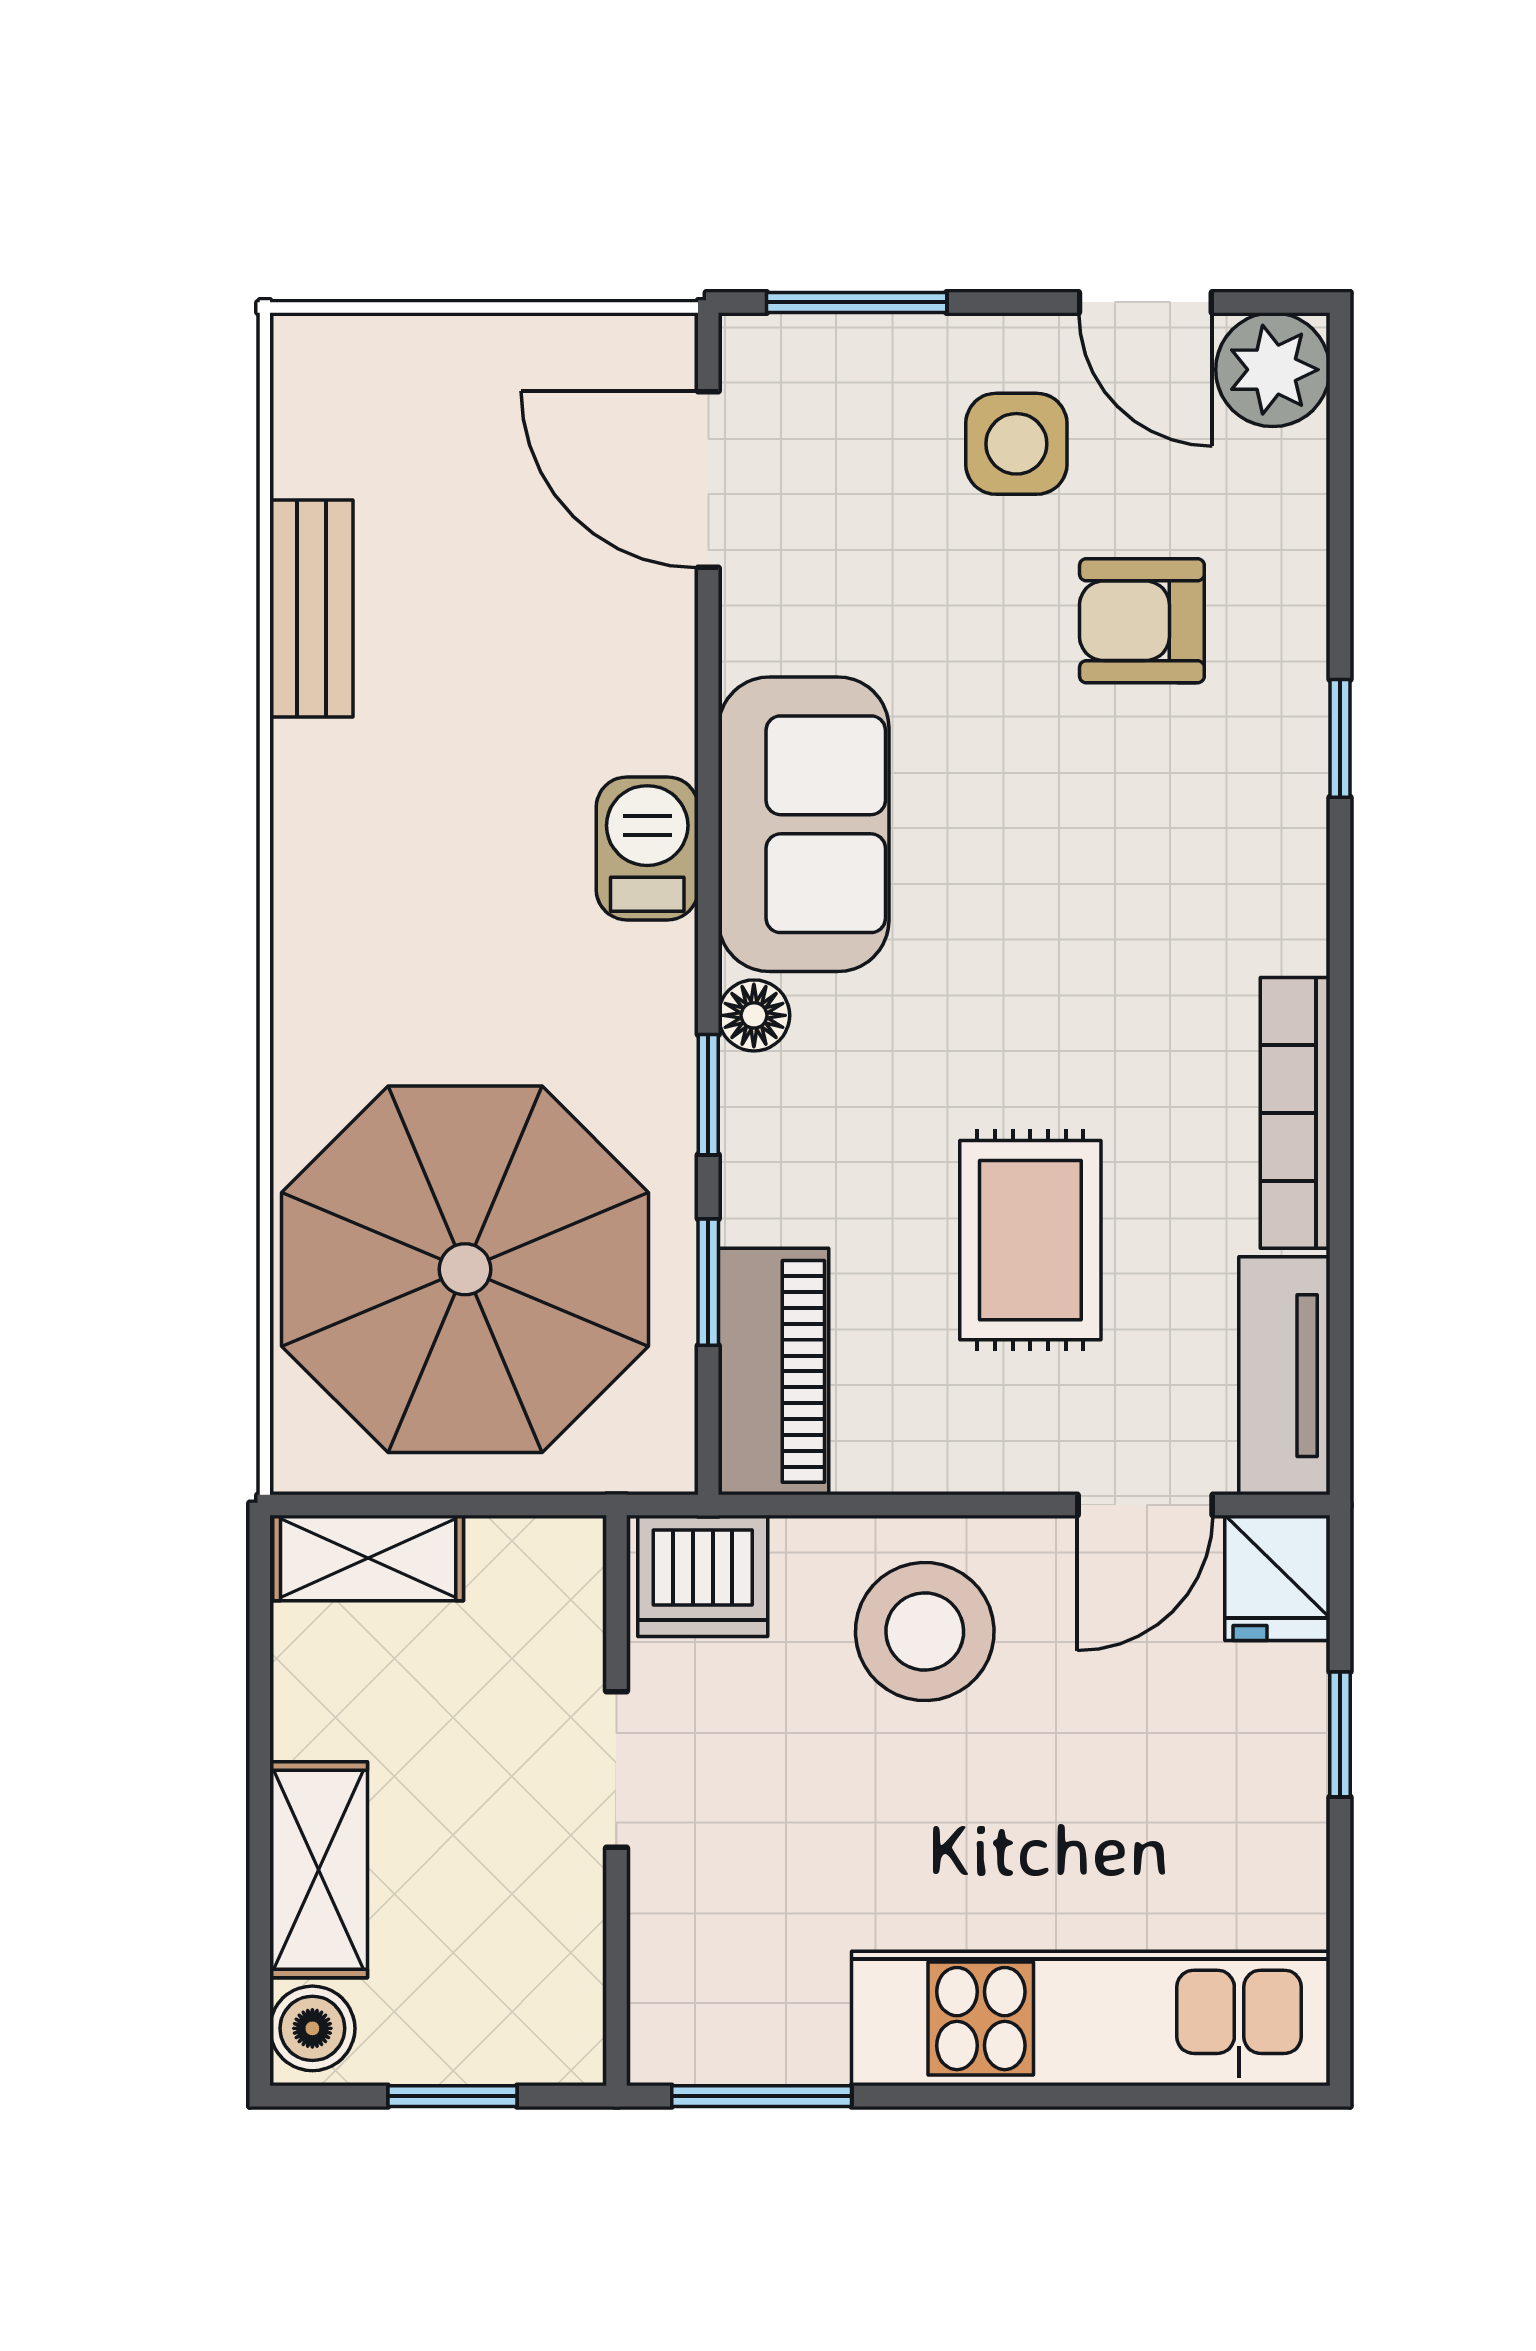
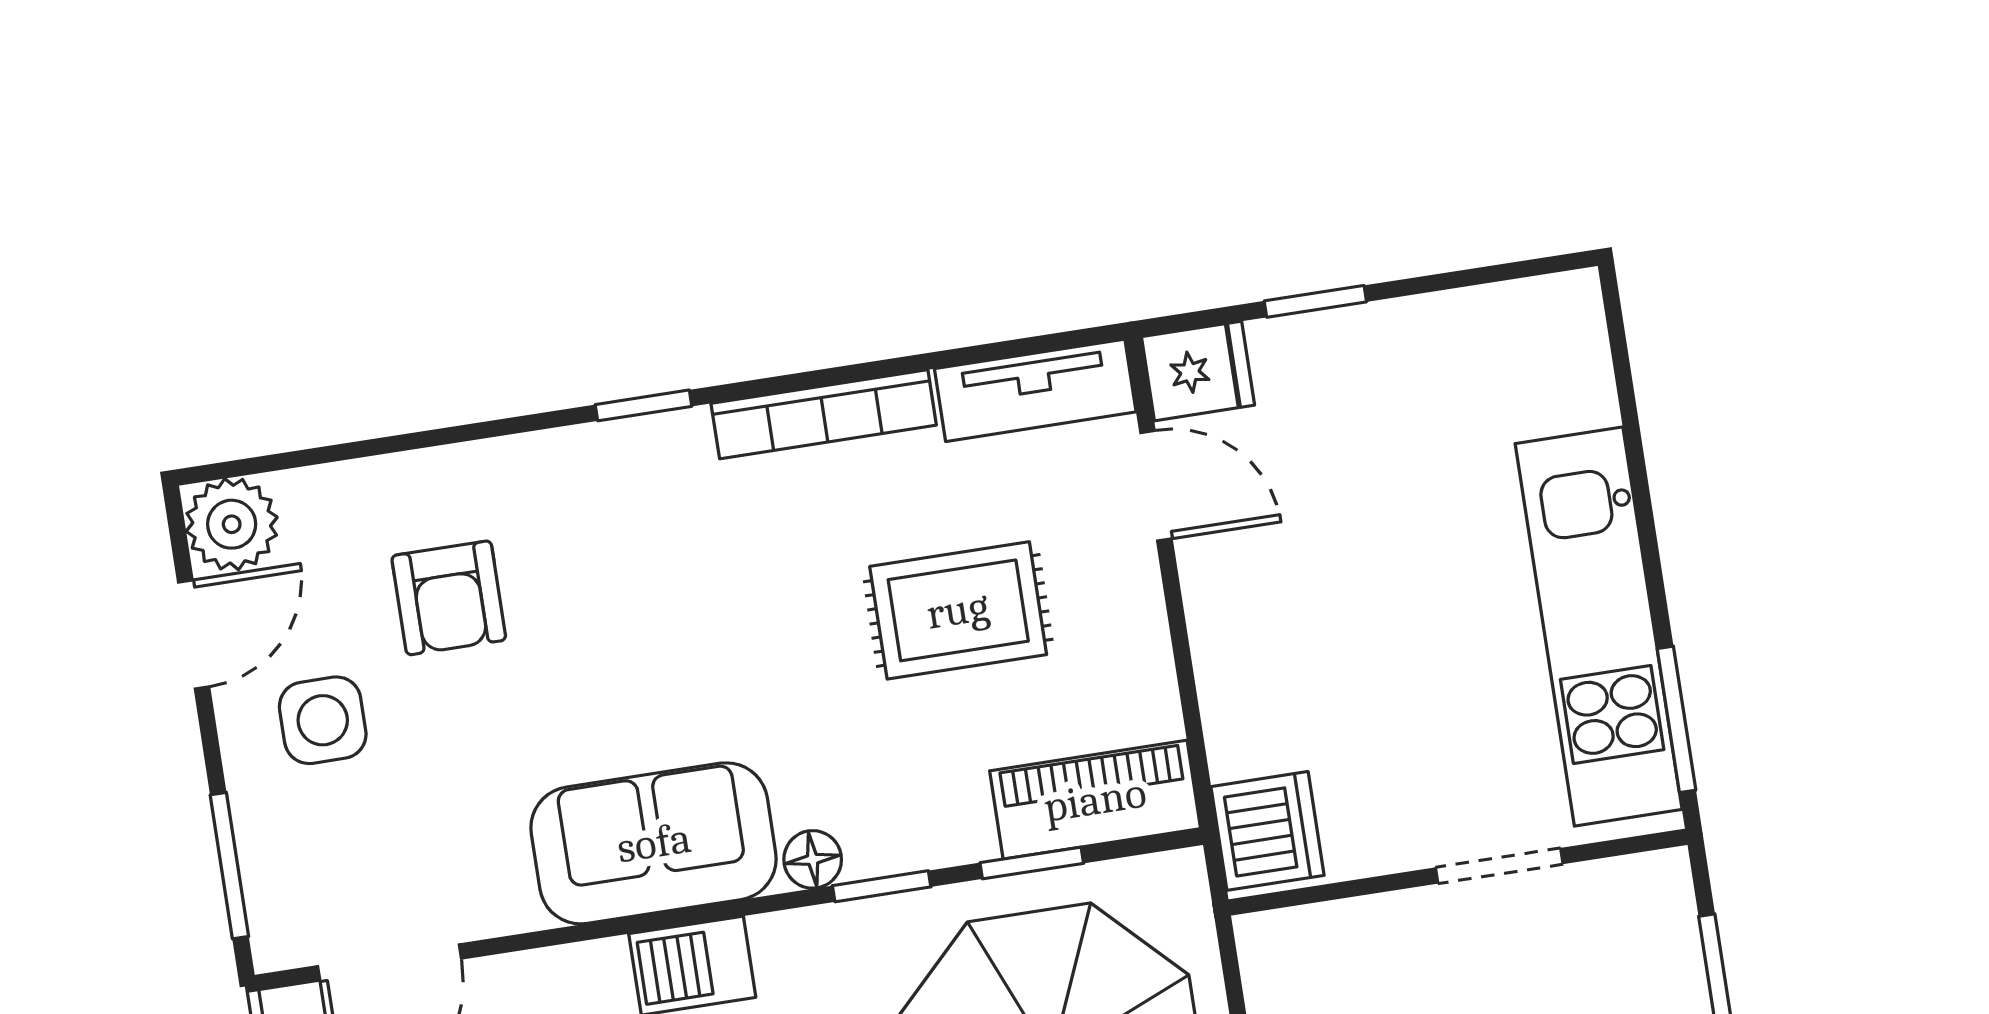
window: (1340, 738) -> (643, 405), moved
stool: (925, 1632) -> (1285, 646), removed
doorway: (616, 1769) -> (1499, 866), moved
kitchen unit: (1091, 2019) -> (1599, 626), moved

